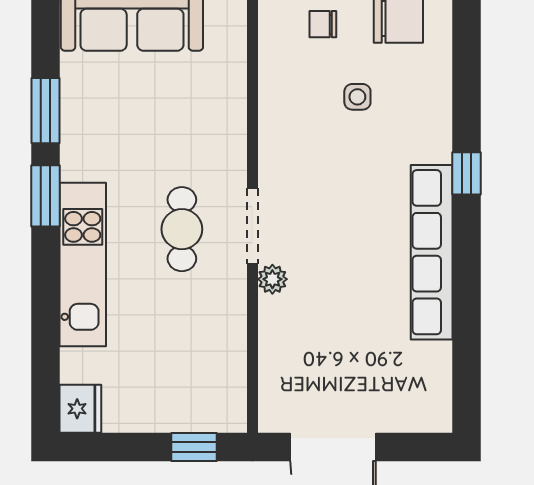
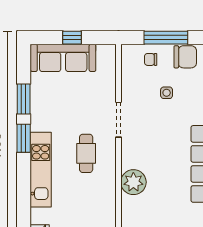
doorway: (252, 226) -> (118, 120), moved
plant: (272, 279) -> (133, 182), width x1.87, depth x1.87

